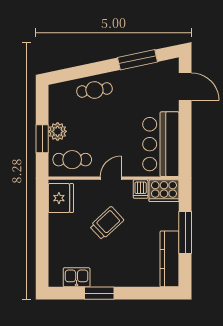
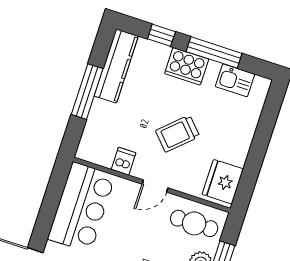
cooker: (164, 191) -> (187, 66), moved, turned 180
window: (99, 293) -> (214, 52), width x1.44
window: (143, 293) -> (161, 35), added

